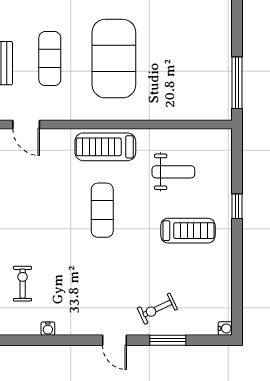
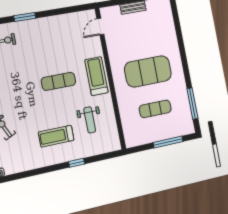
exercise mat: (50, 59) -> (155, 109), moved
window: (237, 83) -> (168, 142), moved
treadmill: (188, 231) -> (56, 136), turned 90

